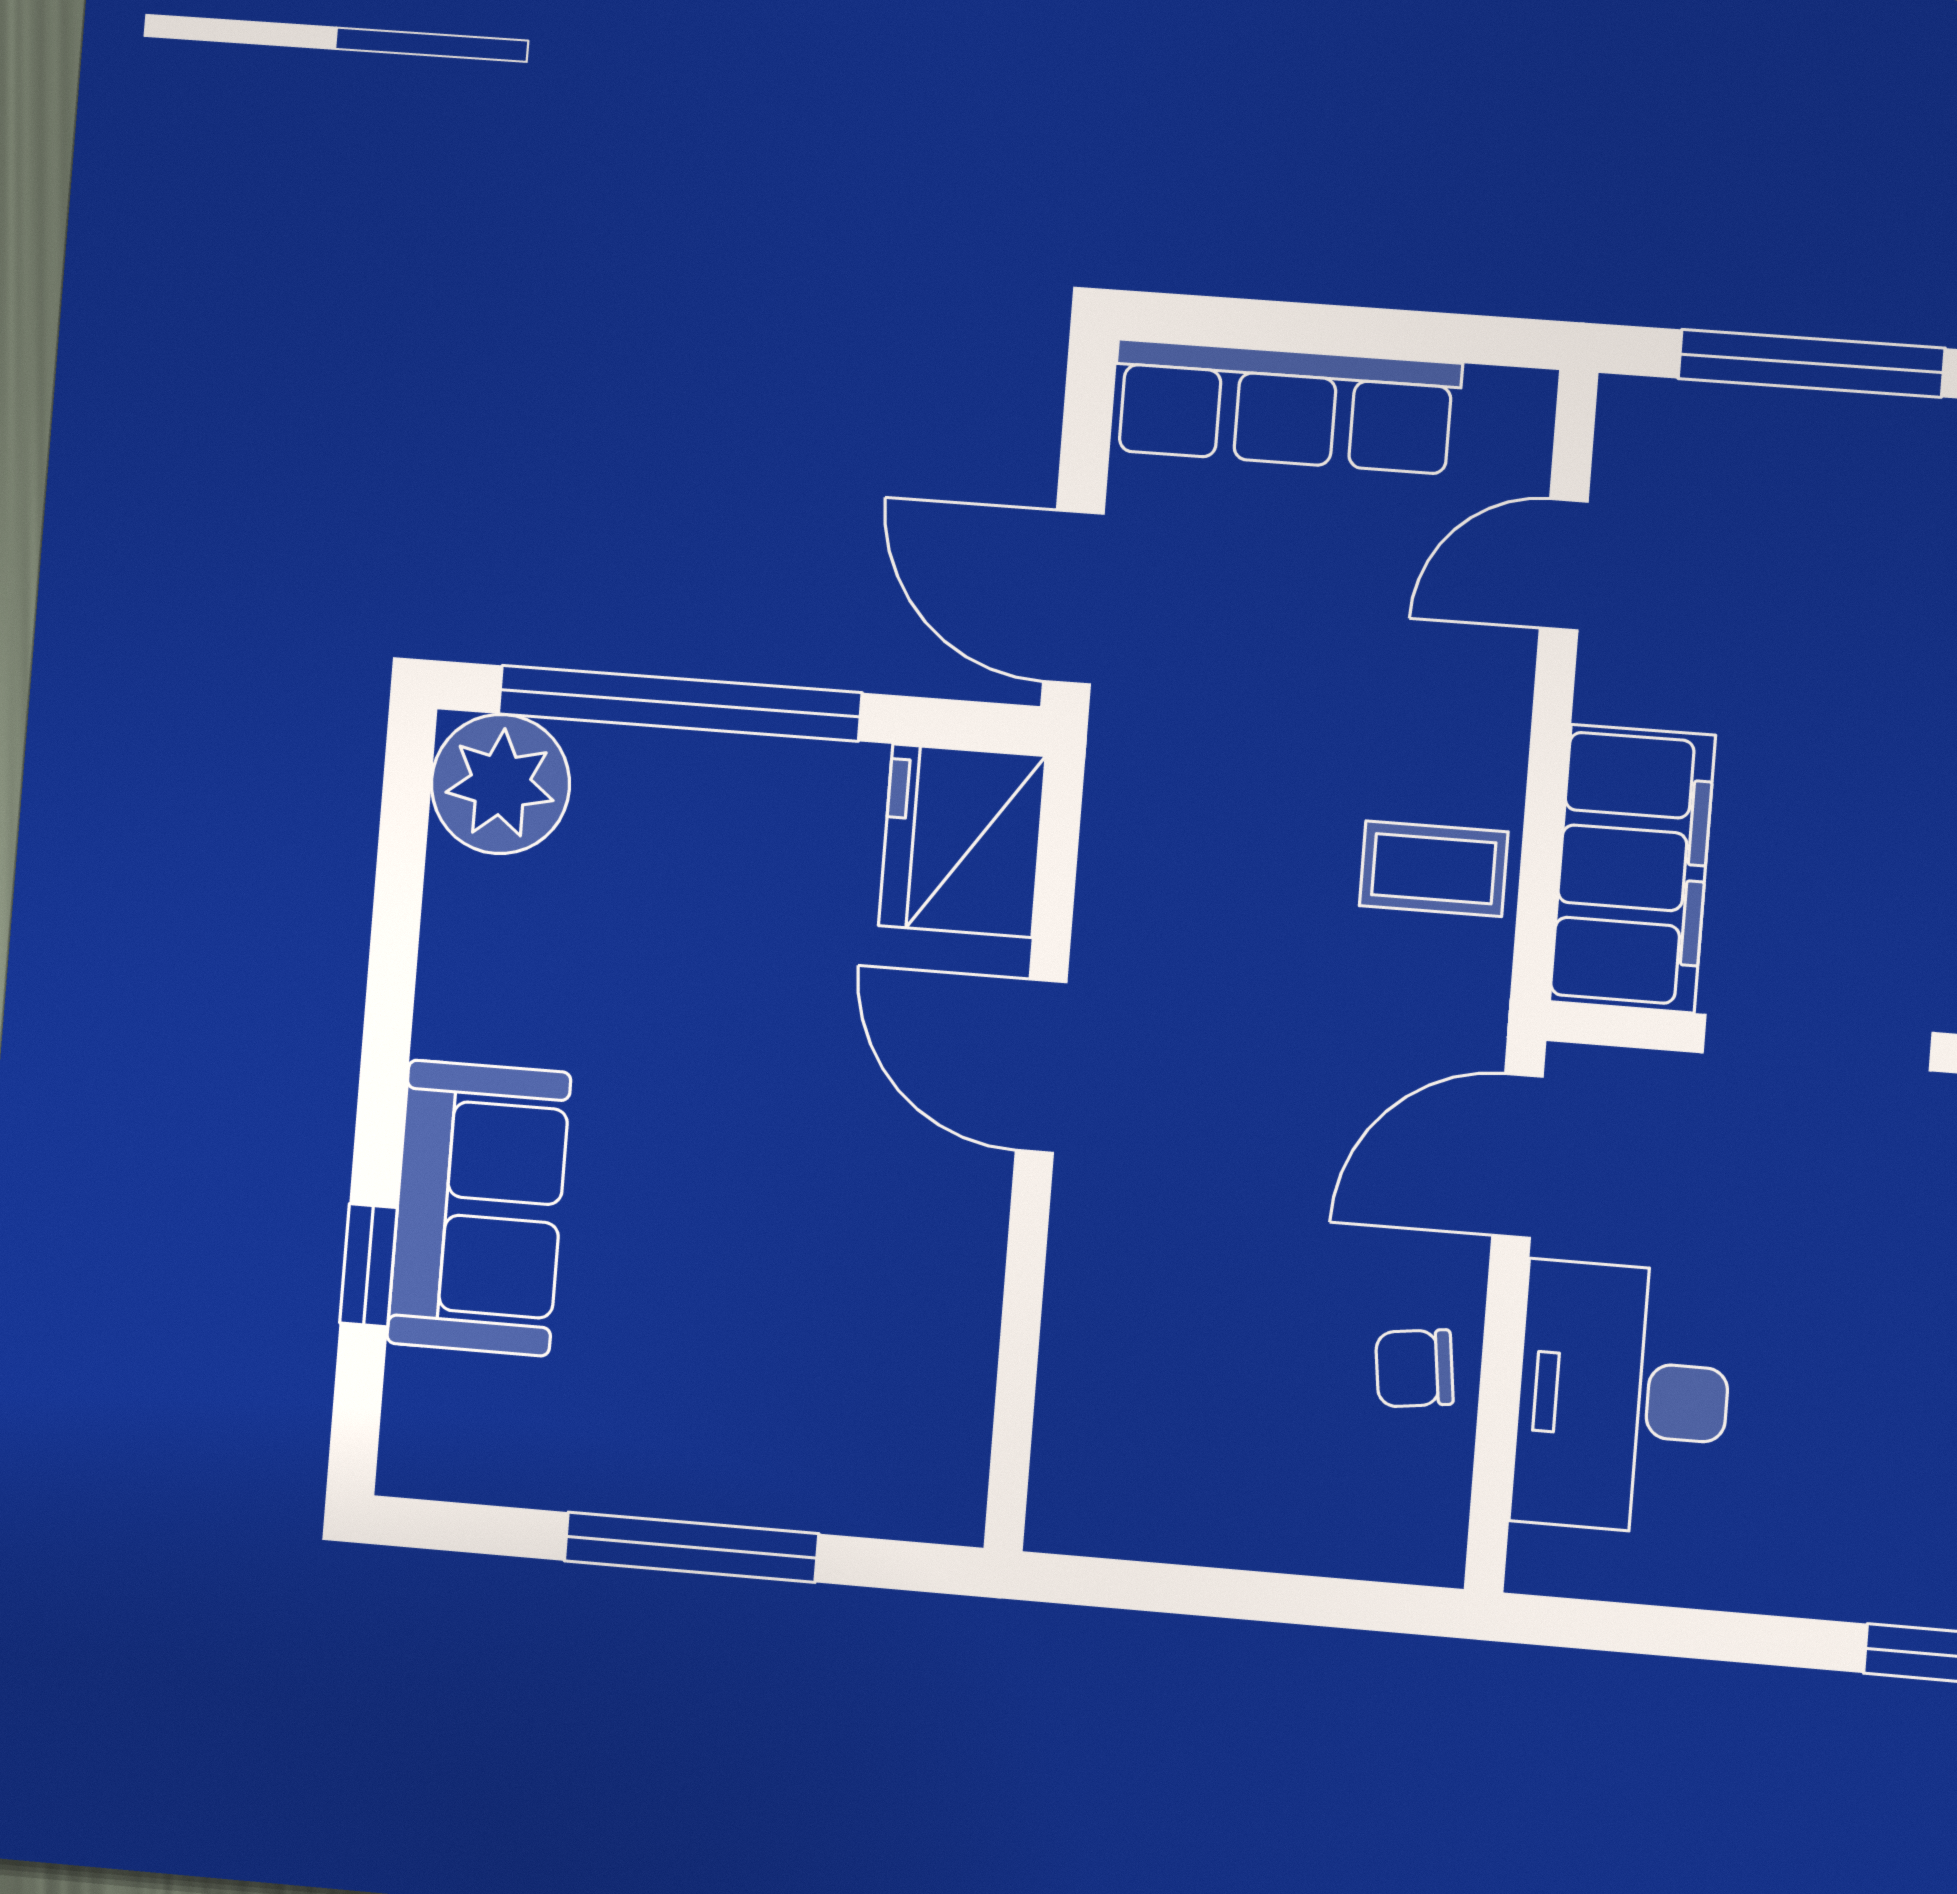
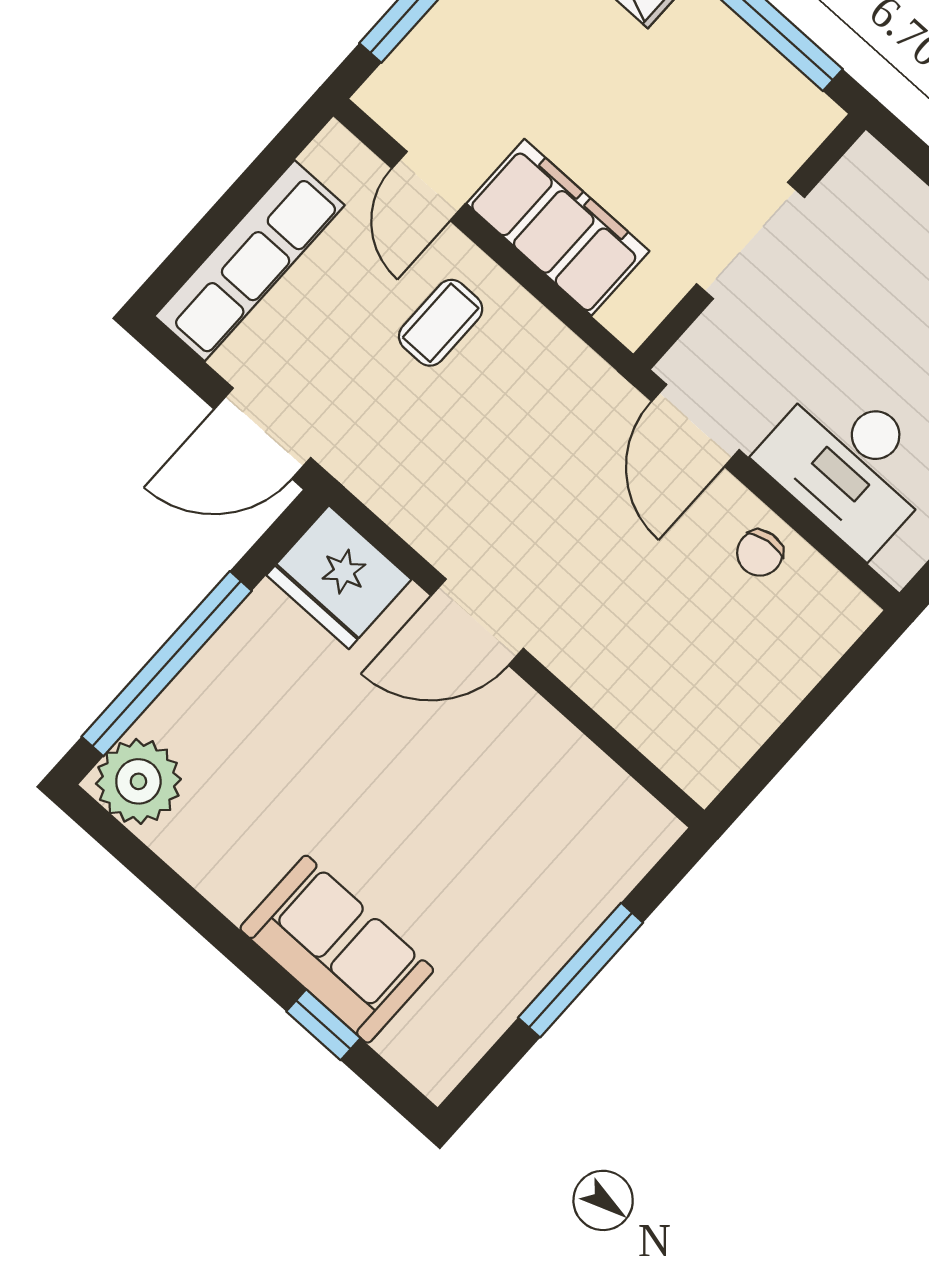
coffee table: (1434, 869) -> (441, 323), moved
filing cabinet: (1632, 869) -> (558, 227), moved

